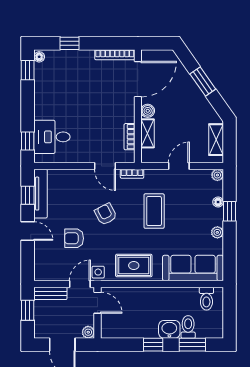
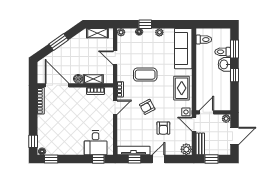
window: (69, 43) -> (33, 141), moved
plant: (42, 273) -> (186, 149), added

